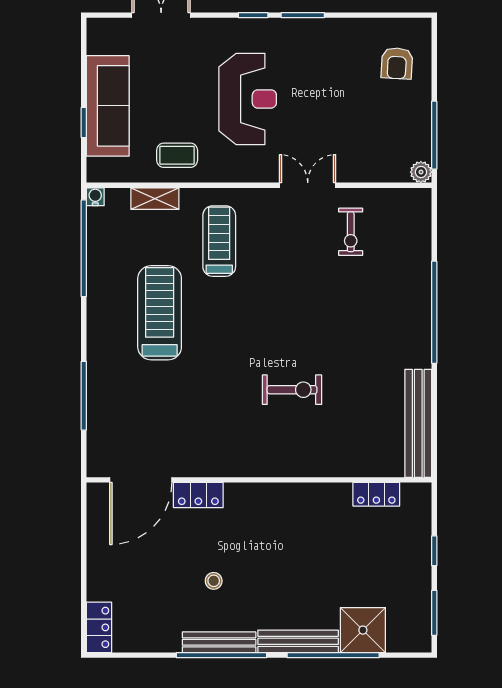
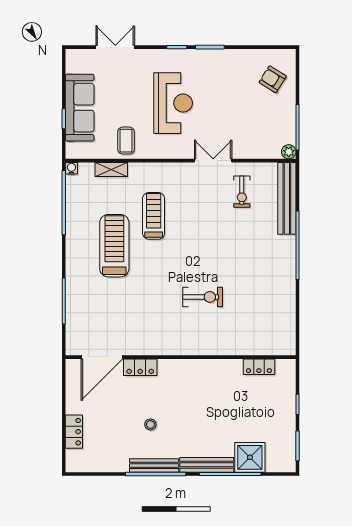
armchair: (397, 63) -> (273, 79), turned 119
coffee table: (177, 155) -> (126, 141), turned 90
treadmill: (219, 241) -> (154, 216), moved
bench: (418, 423) -> (287, 198), moved
locker: (99, 627) -> (74, 432), moved

